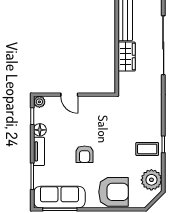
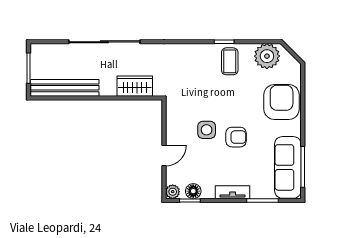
wardrobe: (127, 57) -> (135, 86), moved
floor lamp: (40, 130) -> (193, 191), moved
side table: (91, 130) -> (207, 130), added

